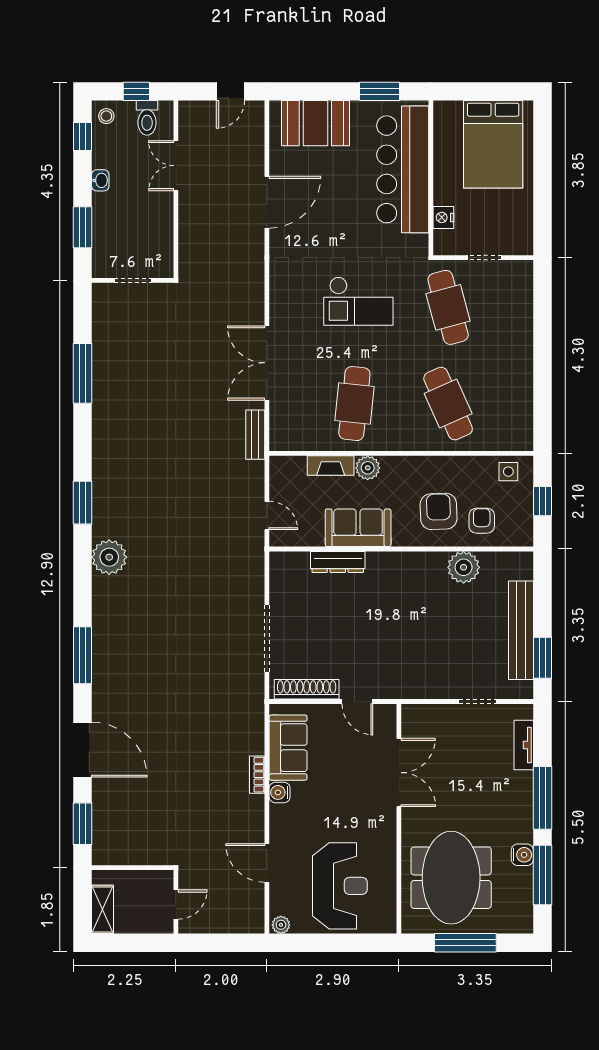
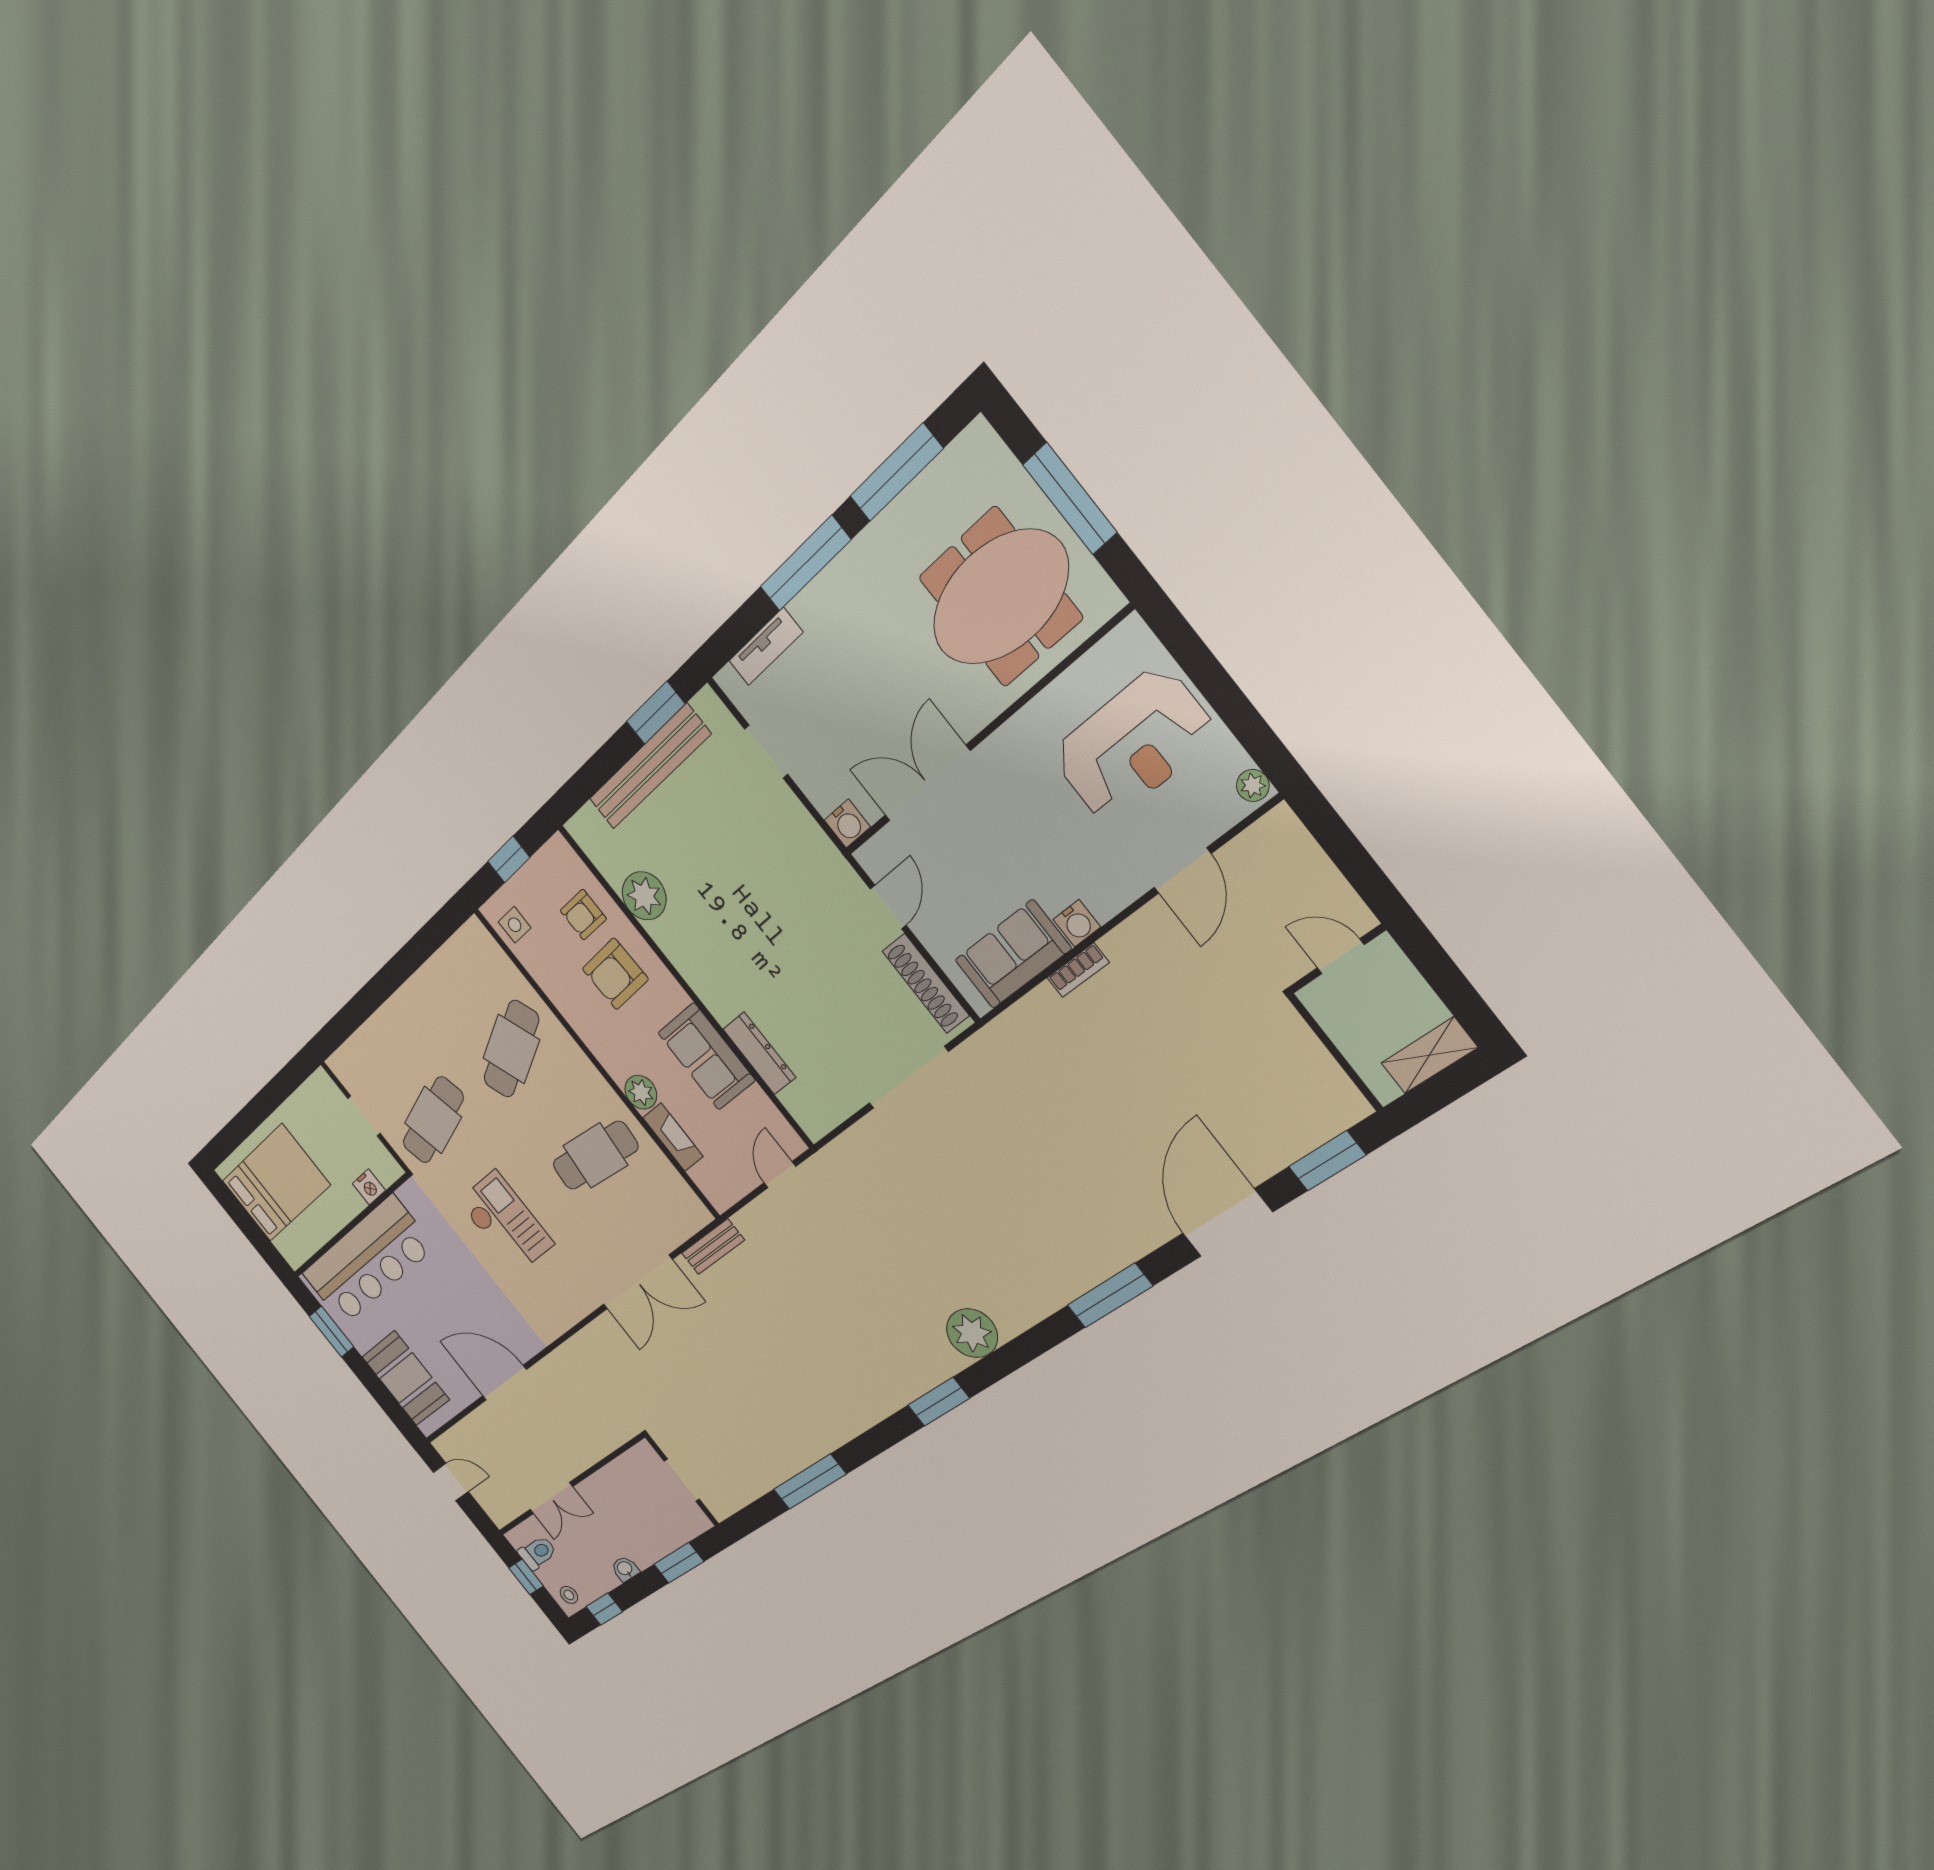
water cooler: (522, 855) -> (847, 824), moved, turned 180
reception desk: (340, 886) -> (1133, 744), turned 180

